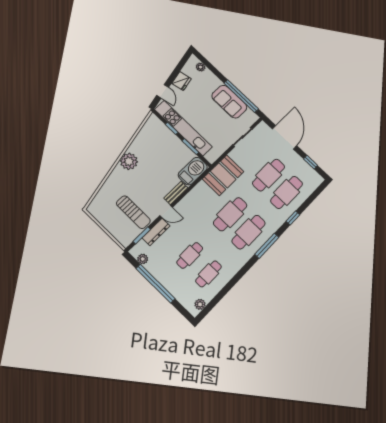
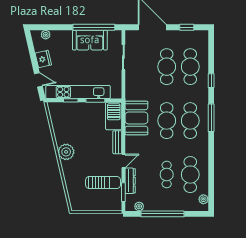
booth: (223, 175) -> (136, 118), moved
cafe table: (208, 274) -> (190, 175), width x1.37, depth x1.35

